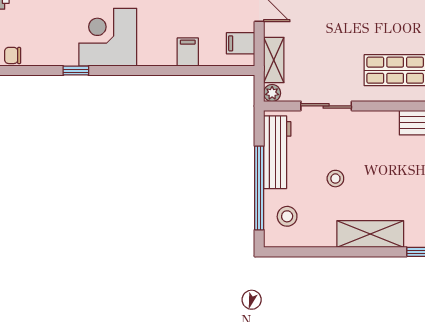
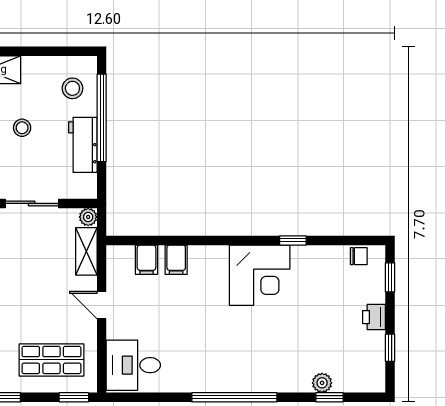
filing cabinet: (241, 43) -> (146, 260), moved, turned 90
workbench: (277, 152) -> (83, 145), width x0.73

